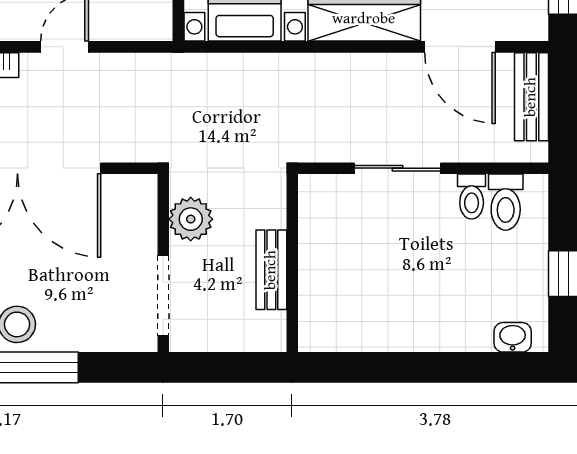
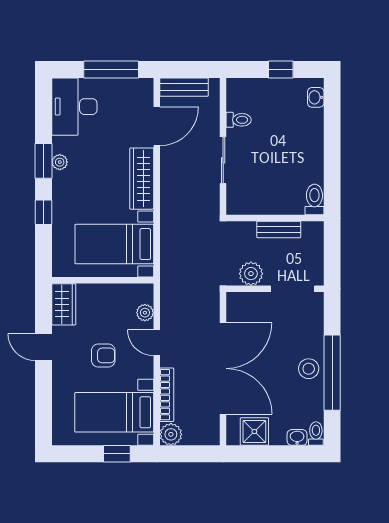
plant: (119, 25) -> (145, 313), added
toilet: (506, 202) -> (314, 199), moved, turned -90

